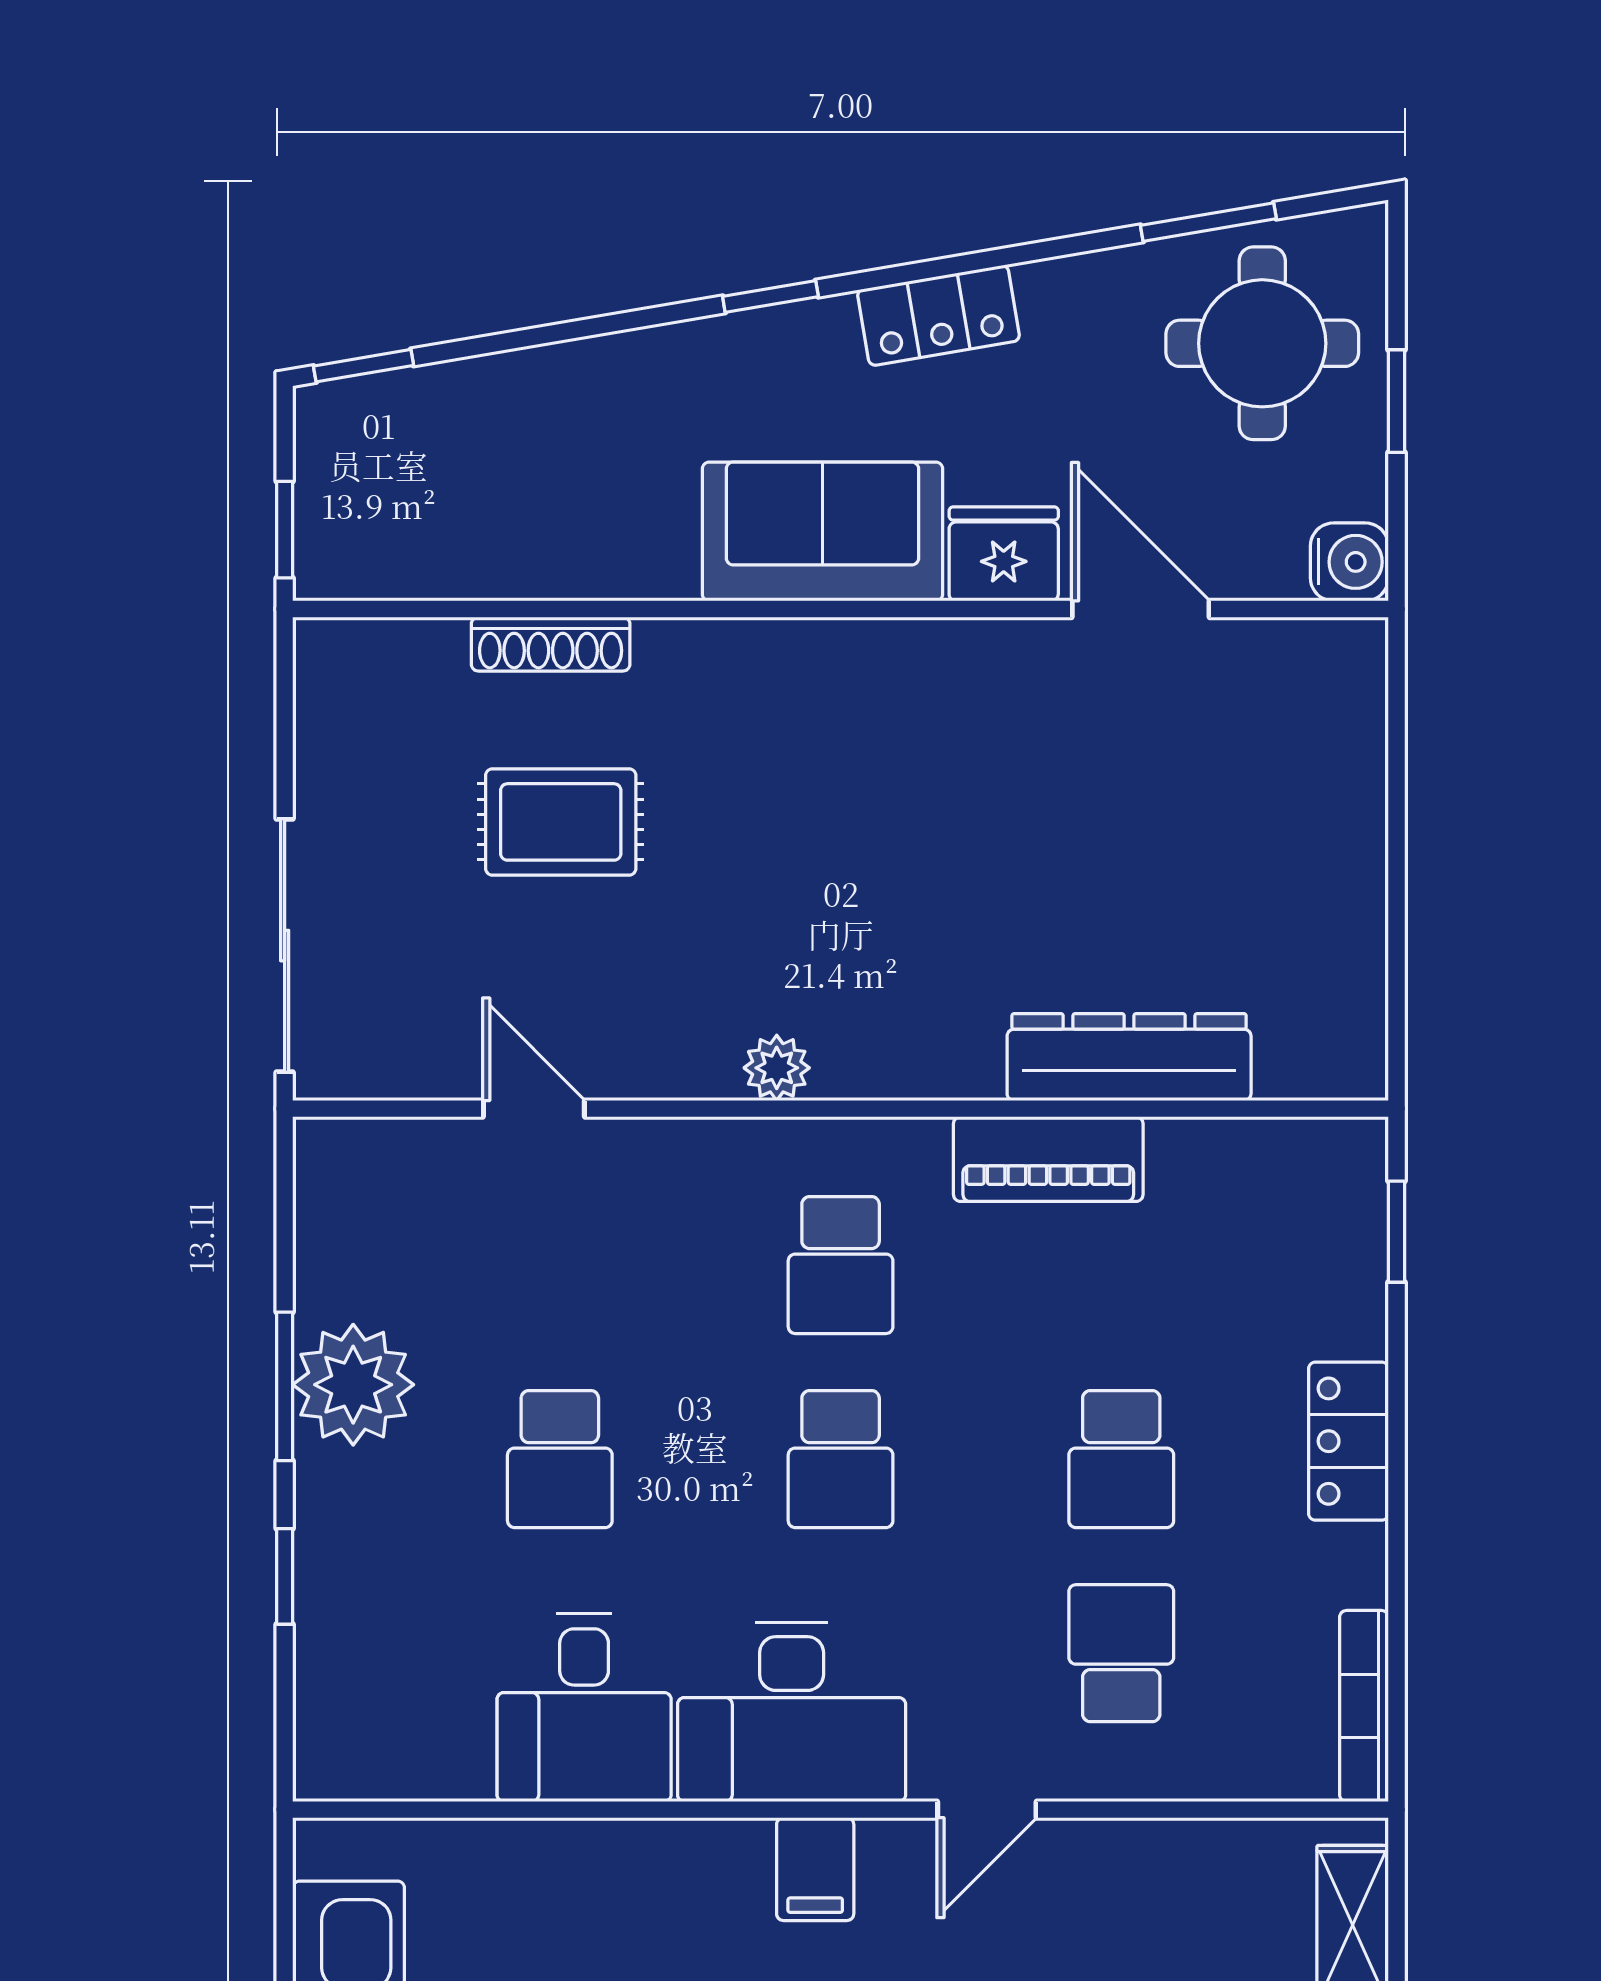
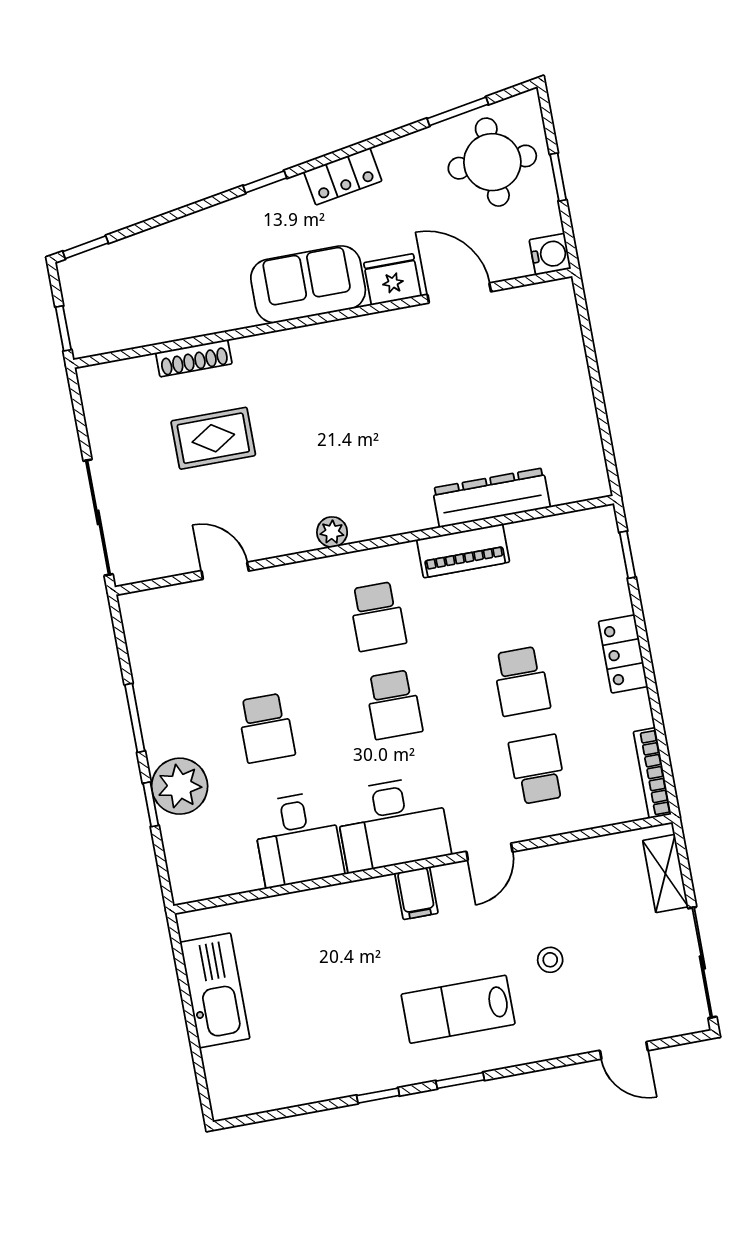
plant: (353, 1385) -> (180, 786), moved

